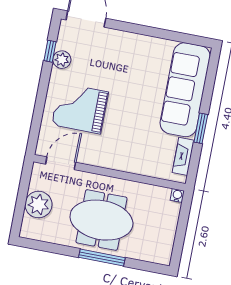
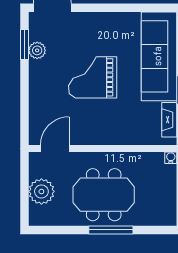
window: (50, 51) -> (24, 45), width x1.50
grand piano: (80, 108) -> (93, 77), moved

